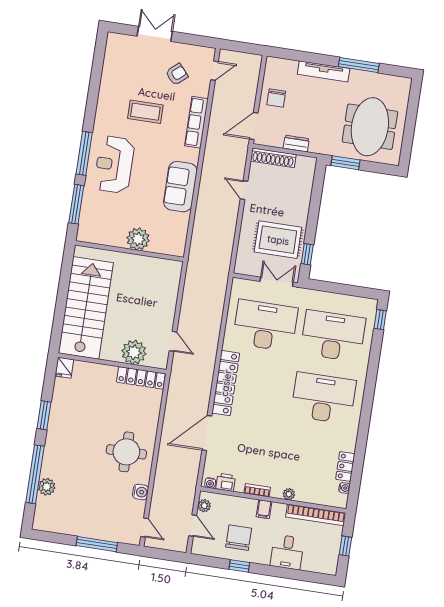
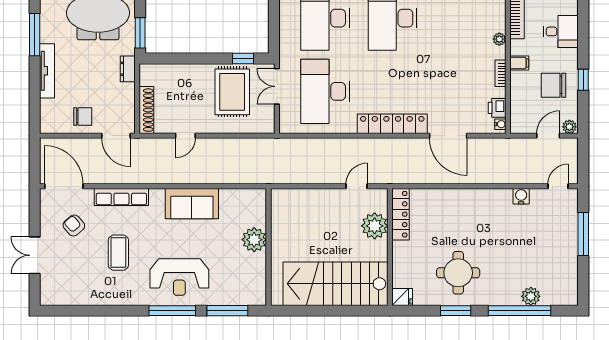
door: (214, 71) -> (64, 186), width x1.88
dresser: (296, 144) -> (128, 69), moved
round table: (126, 452) -> (458, 273), moved
plant: (204, 506) -> (569, 127), moved

